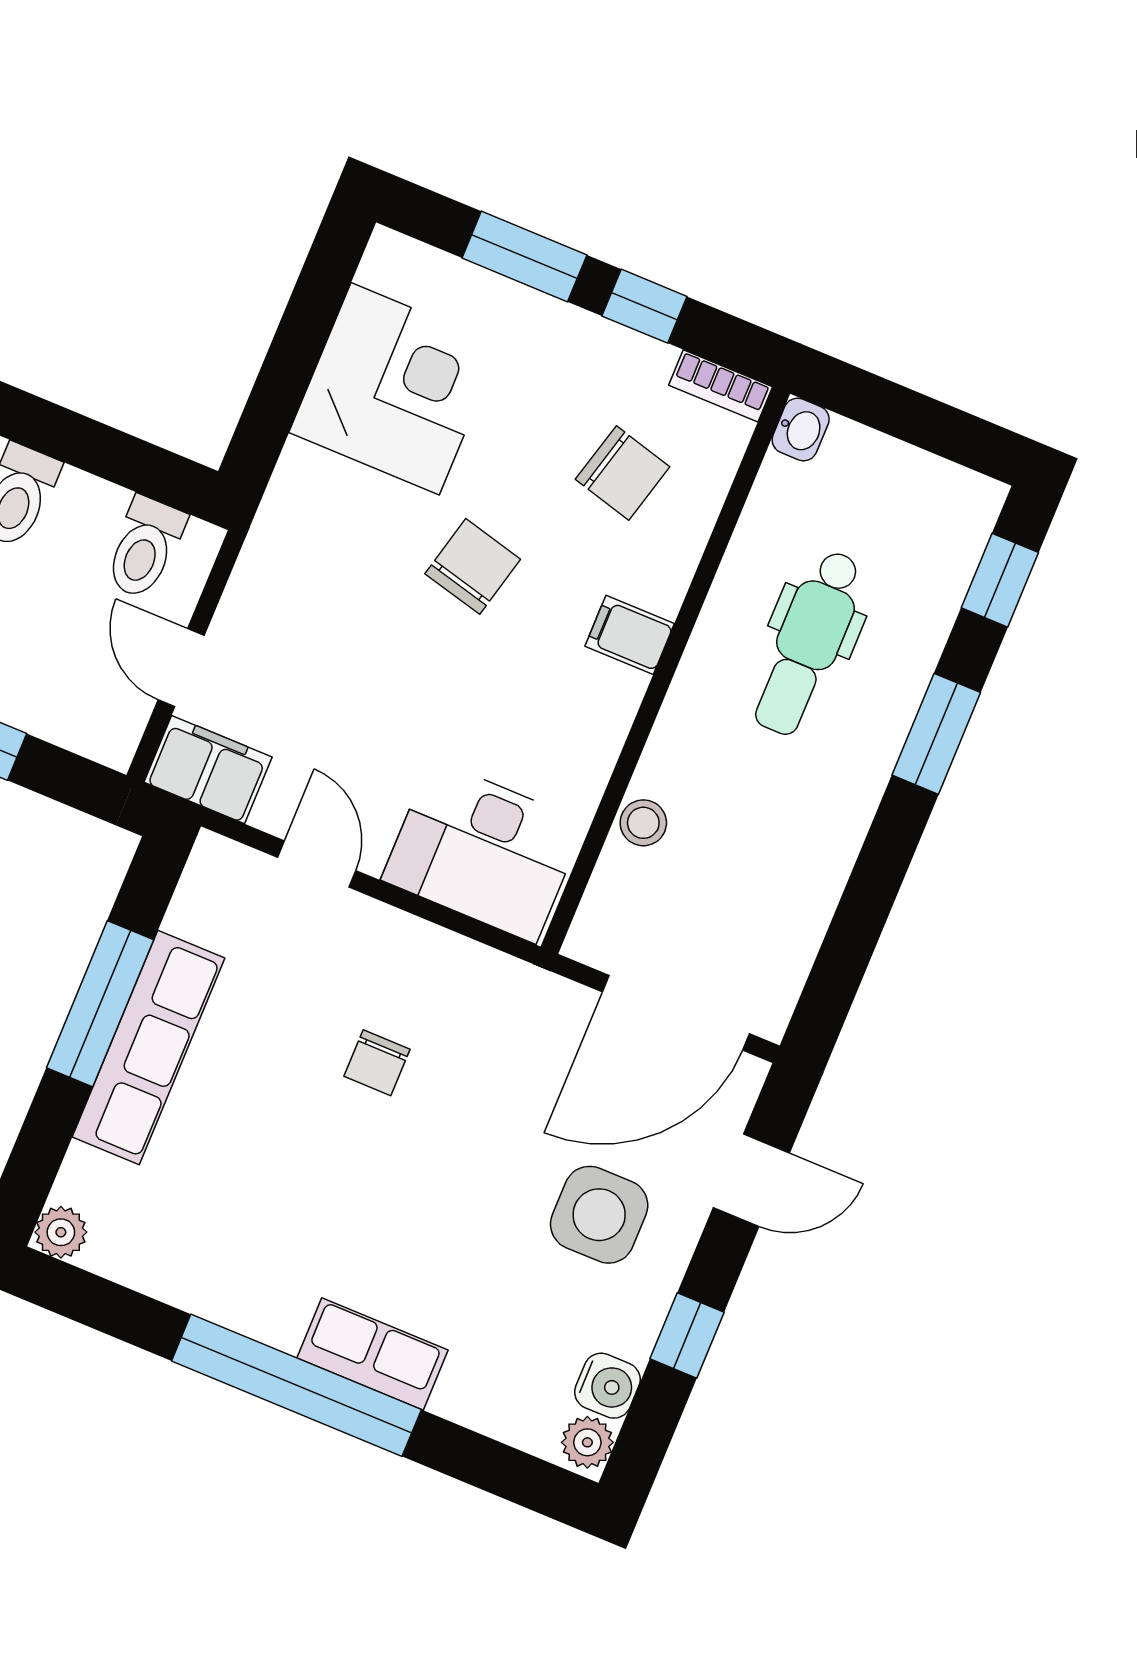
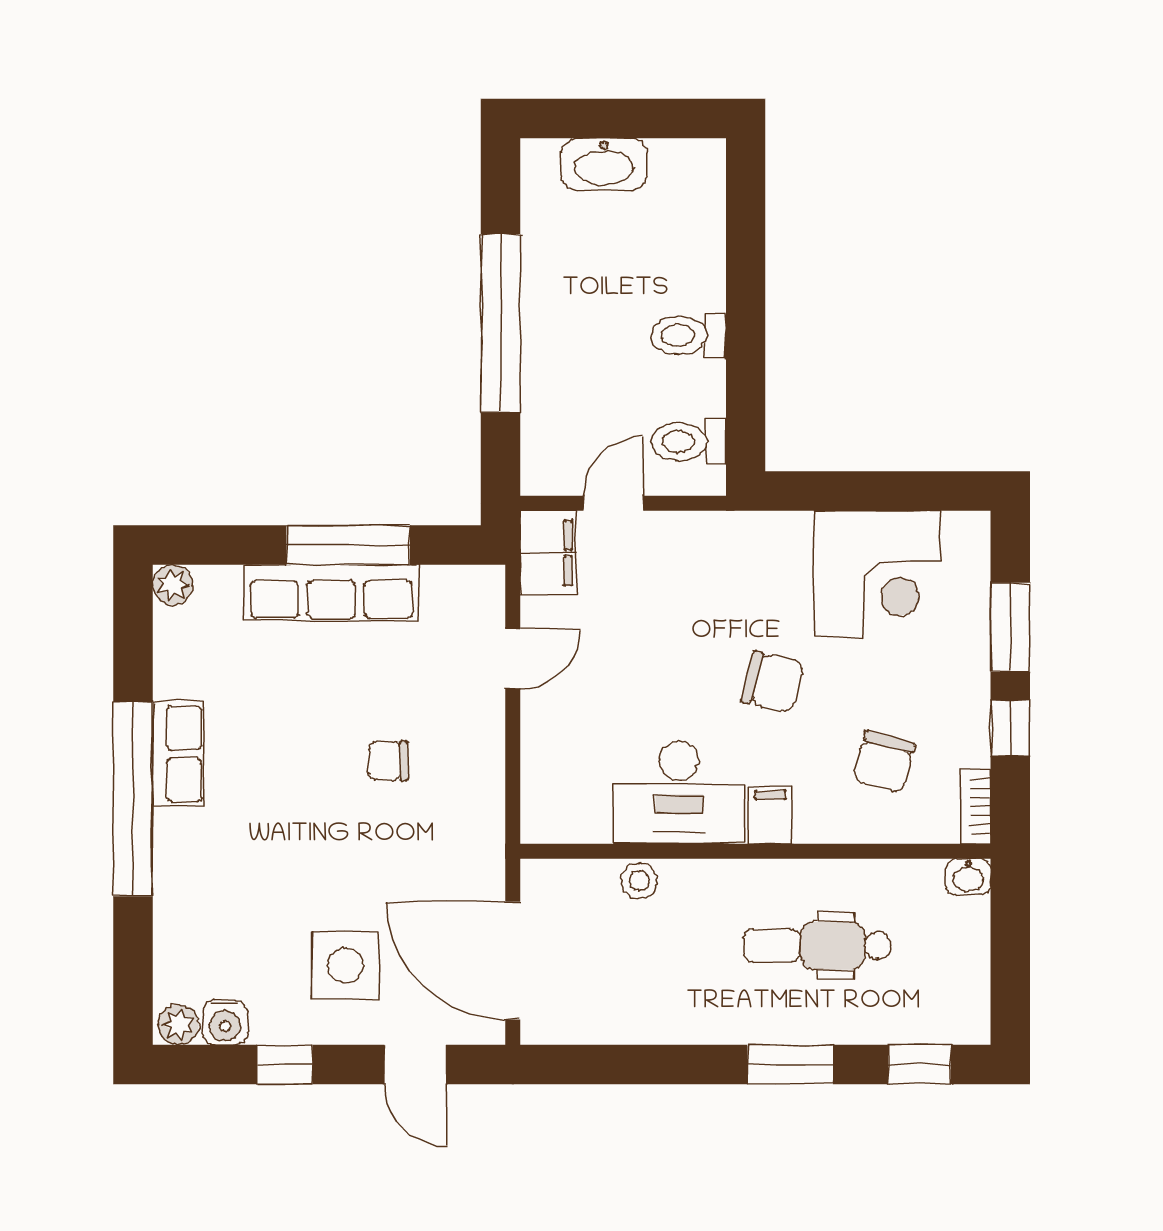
desk: (483, 851) -> (679, 793), moved, turned -90
row of seats: (372, 1354) -> (178, 754), moved

